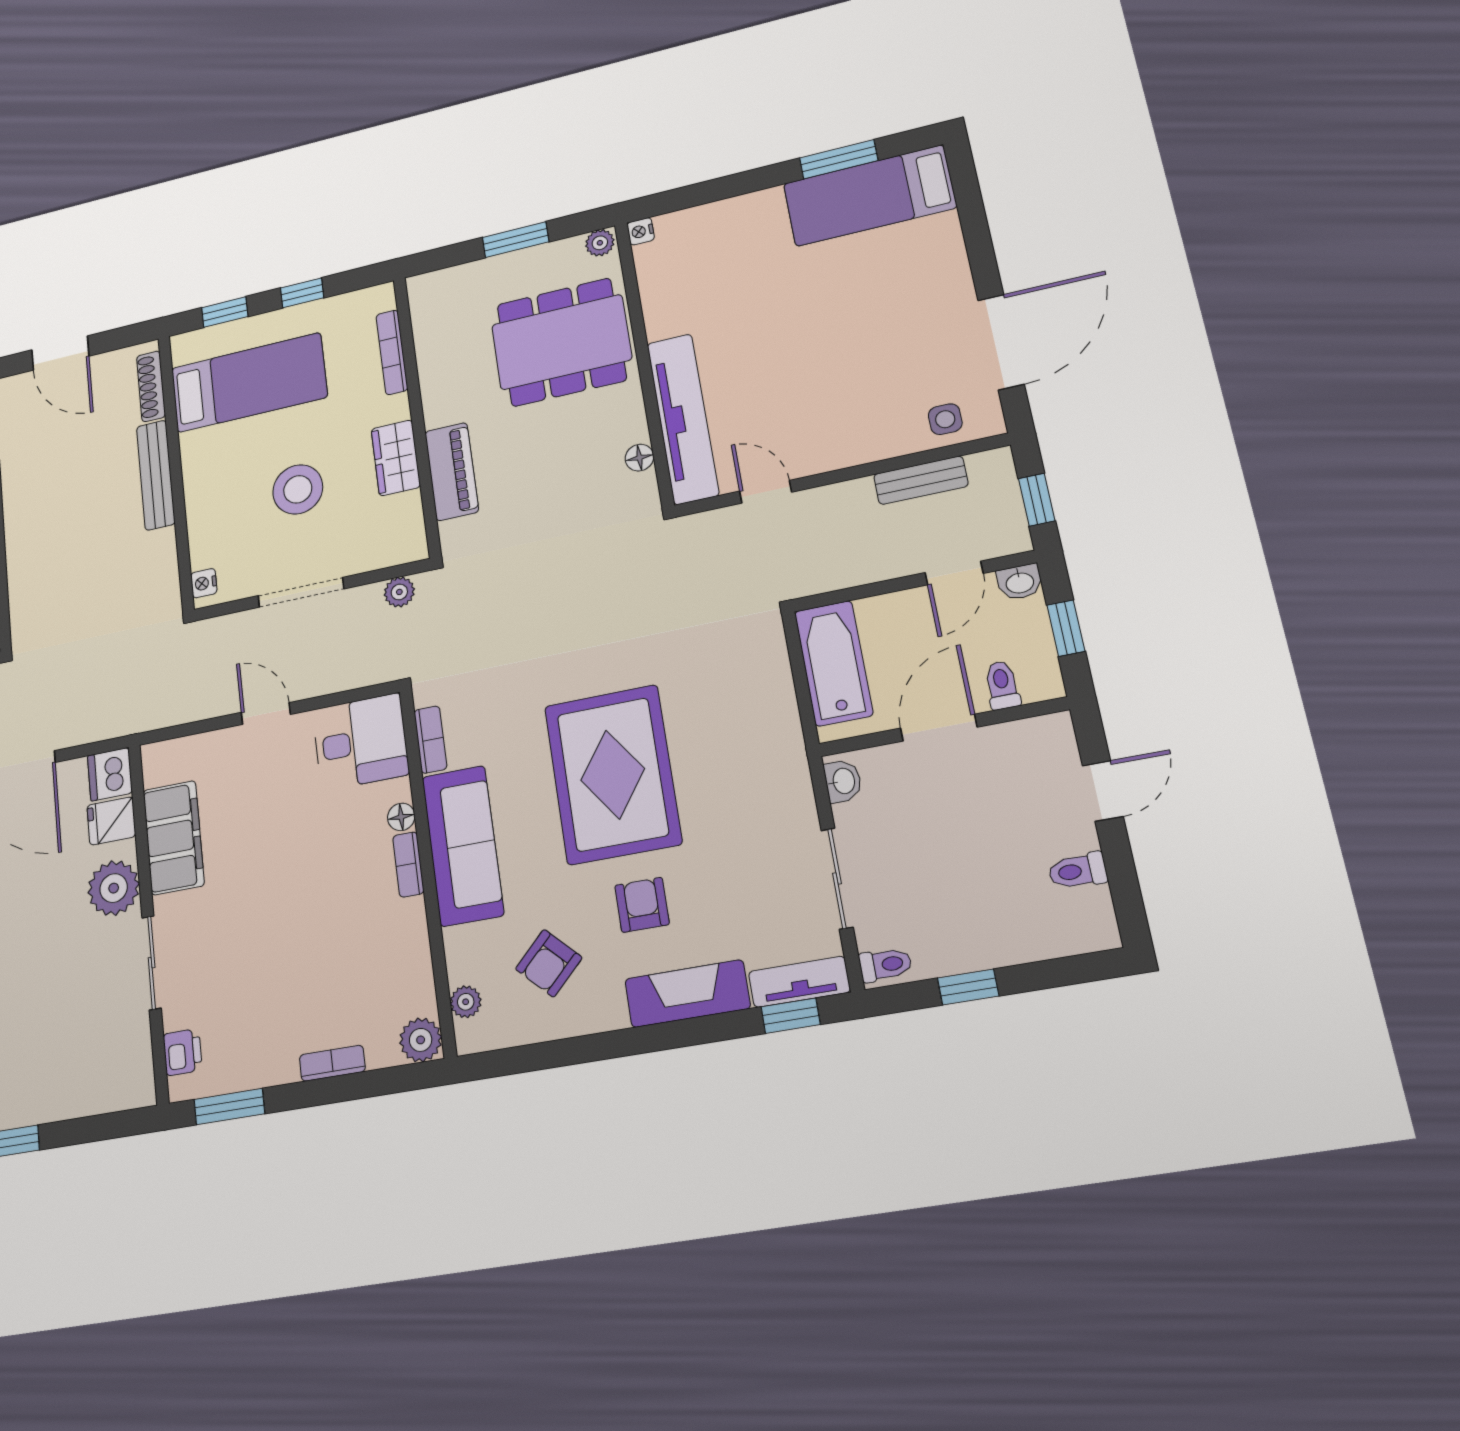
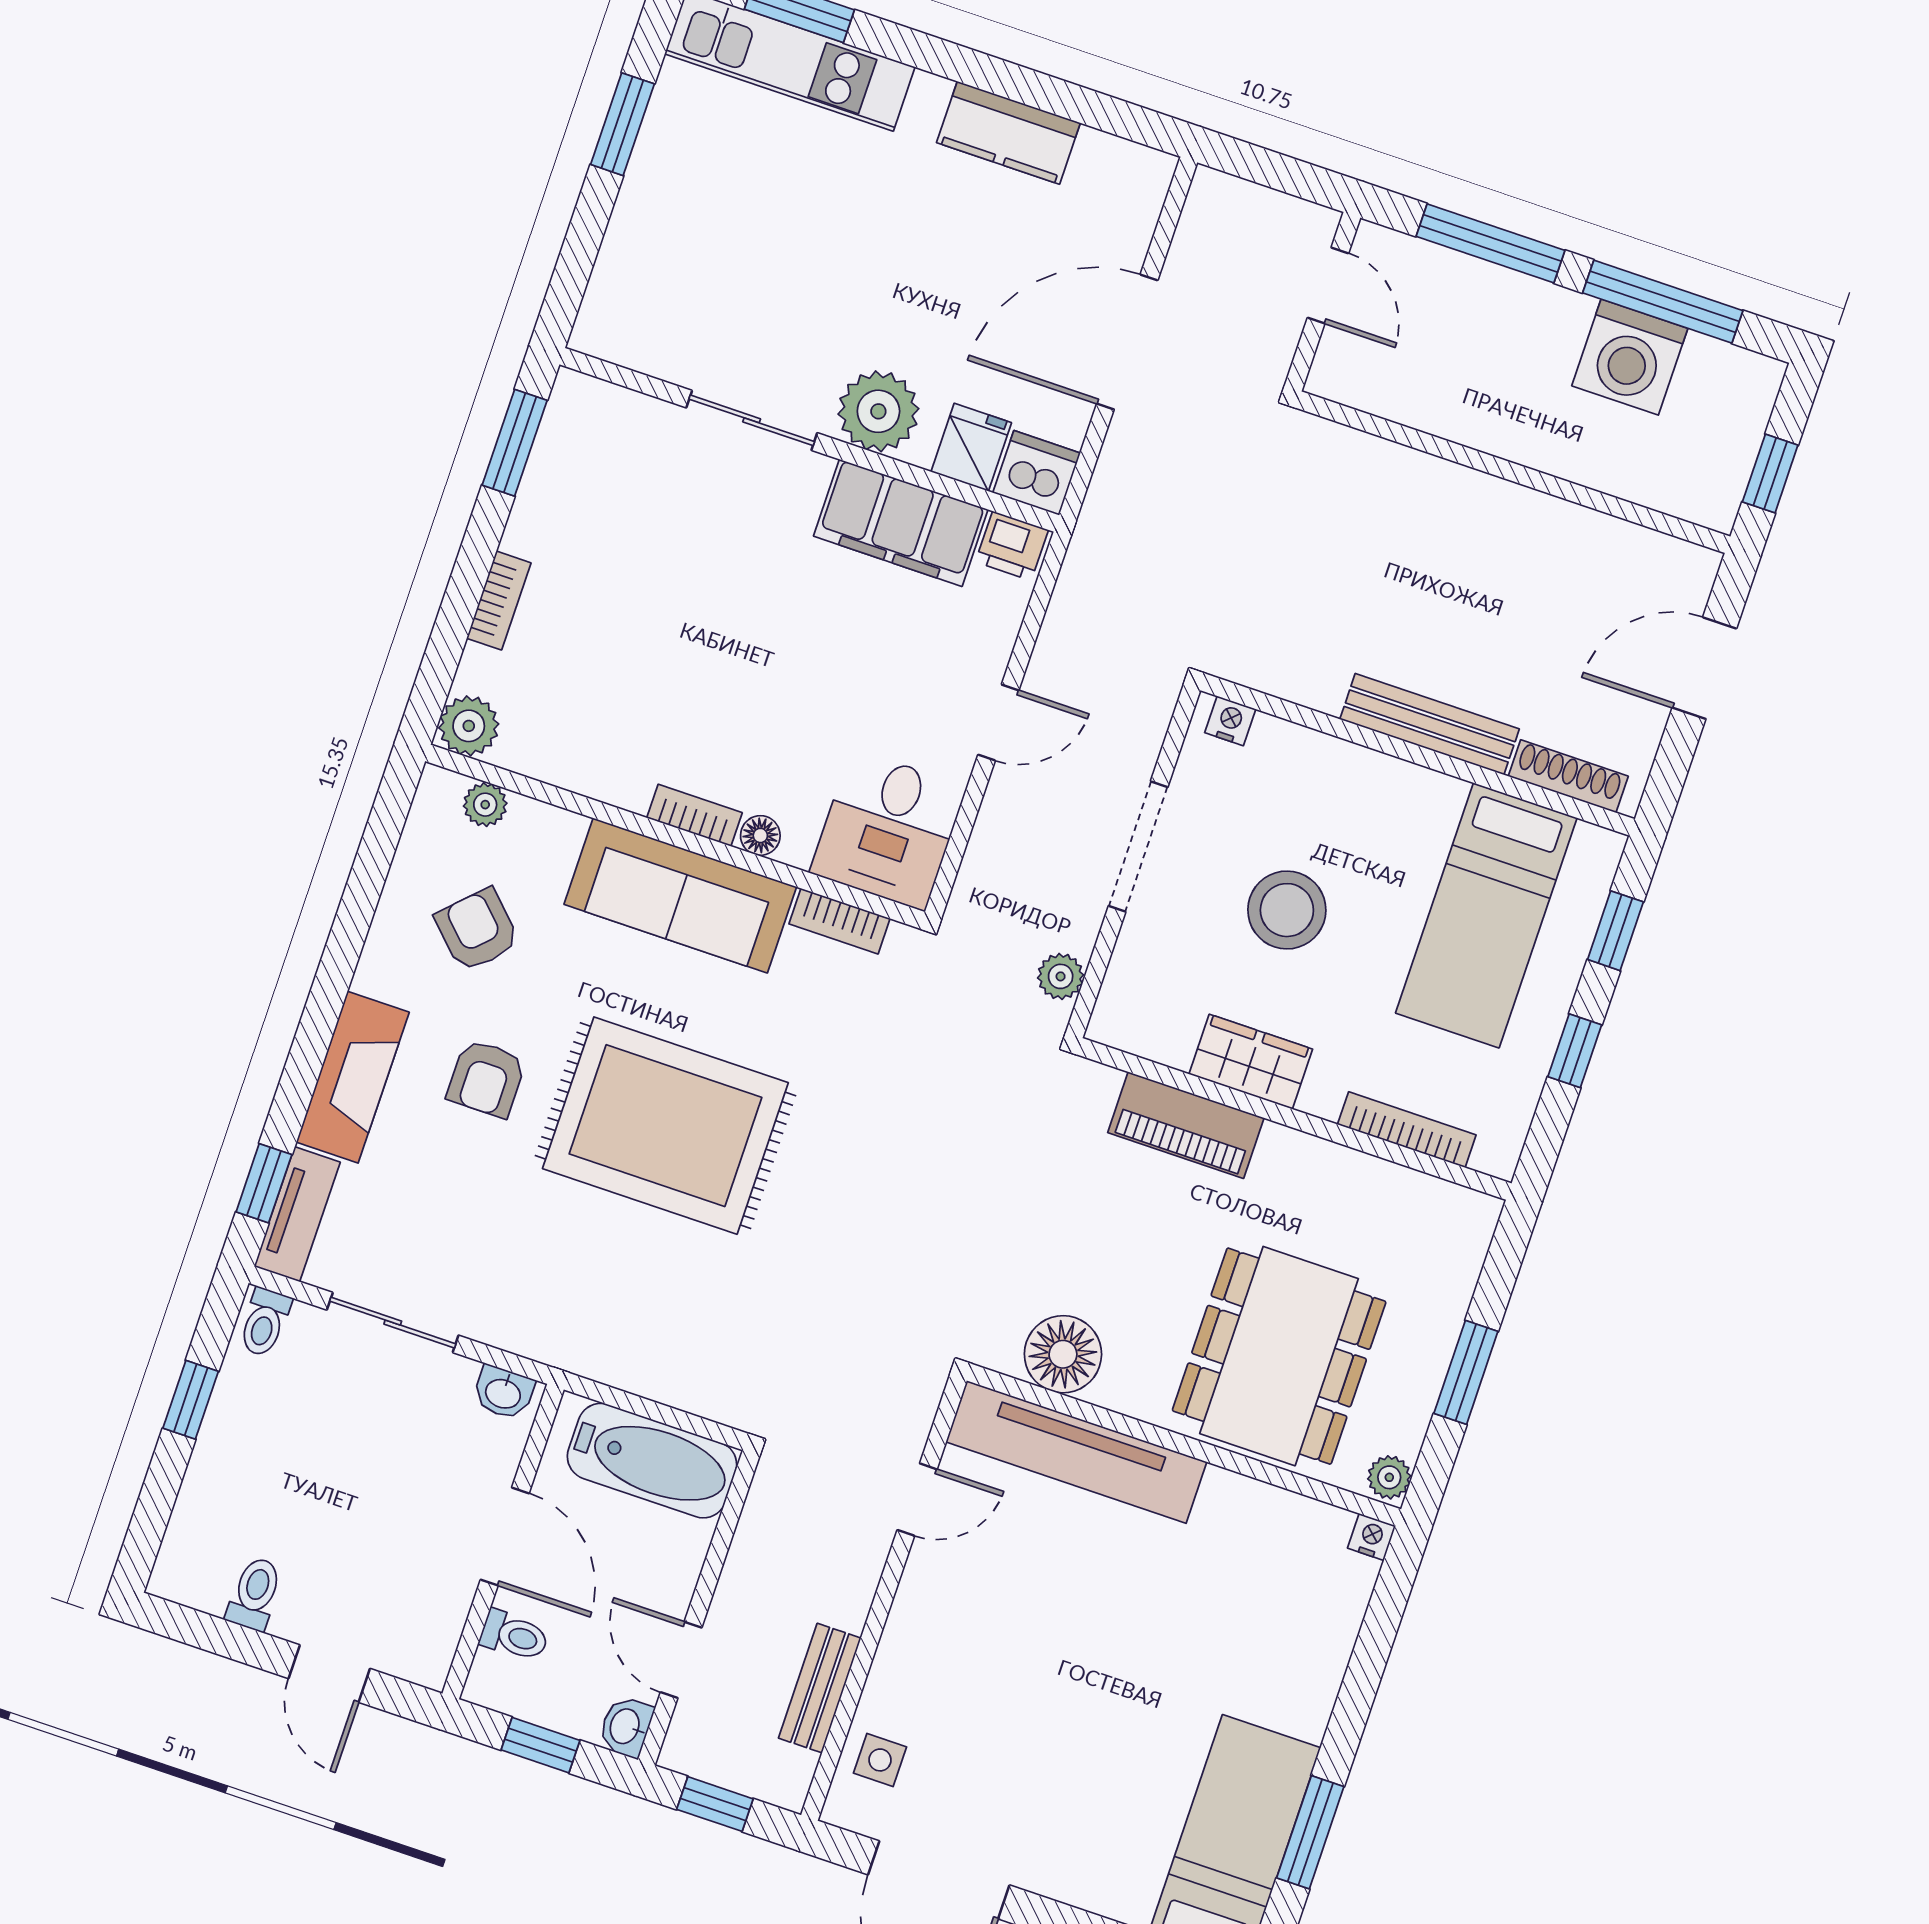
floor lamp: (639, 458) -> (1063, 1354), width x1.89, depth x1.89
armchair: (642, 905) -> (486, 1078), turned 90
printer: (183, 1052) -> (1012, 546), moved

